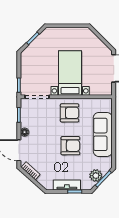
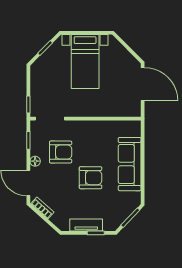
bed with nightstands: (70, 73) -> (85, 62), moved, turned 180
armchair: (70, 113) -> (61, 152), moved
plant: (96, 176) -> (121, 214), removed

